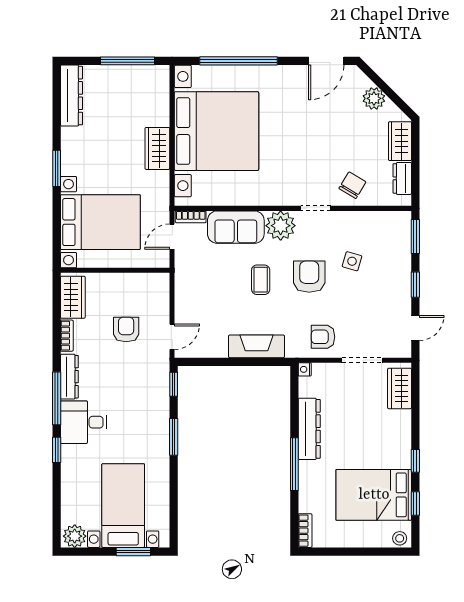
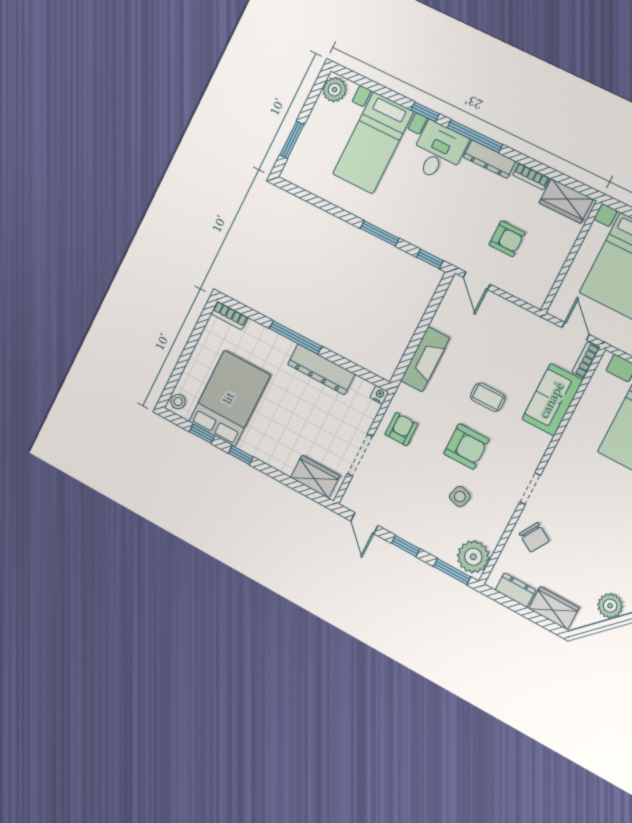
plant: (281, 226) -> (473, 557), moved
bed with nightstands: (123, 506) -> (373, 143), moved, turned 90

